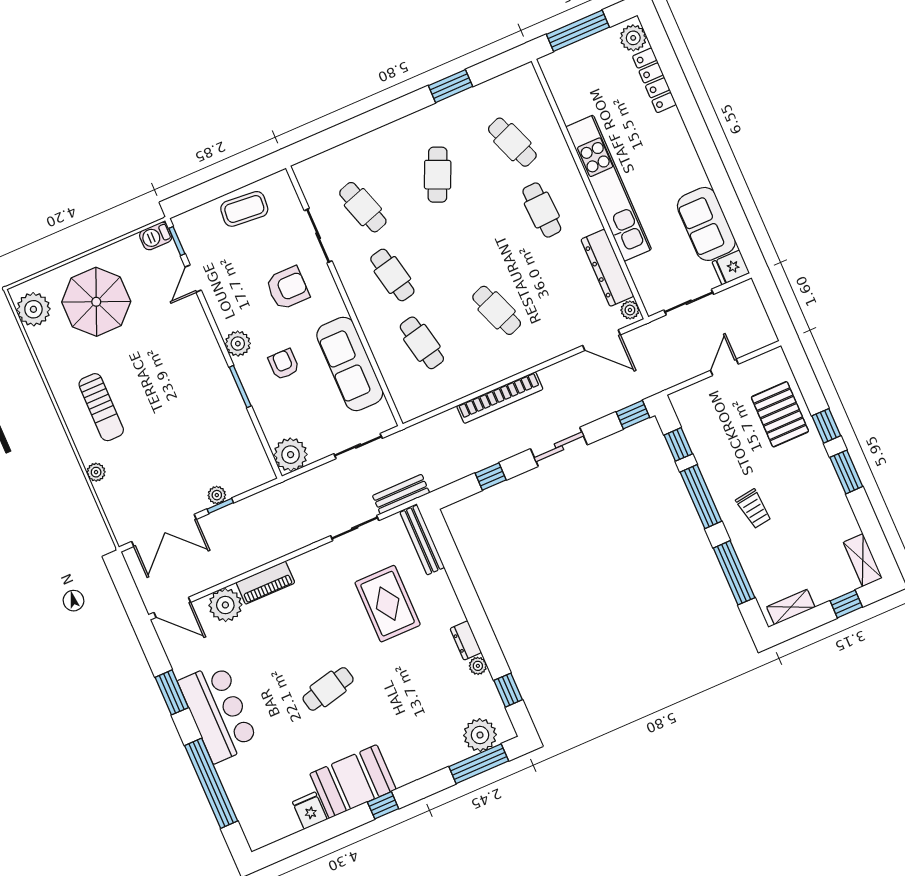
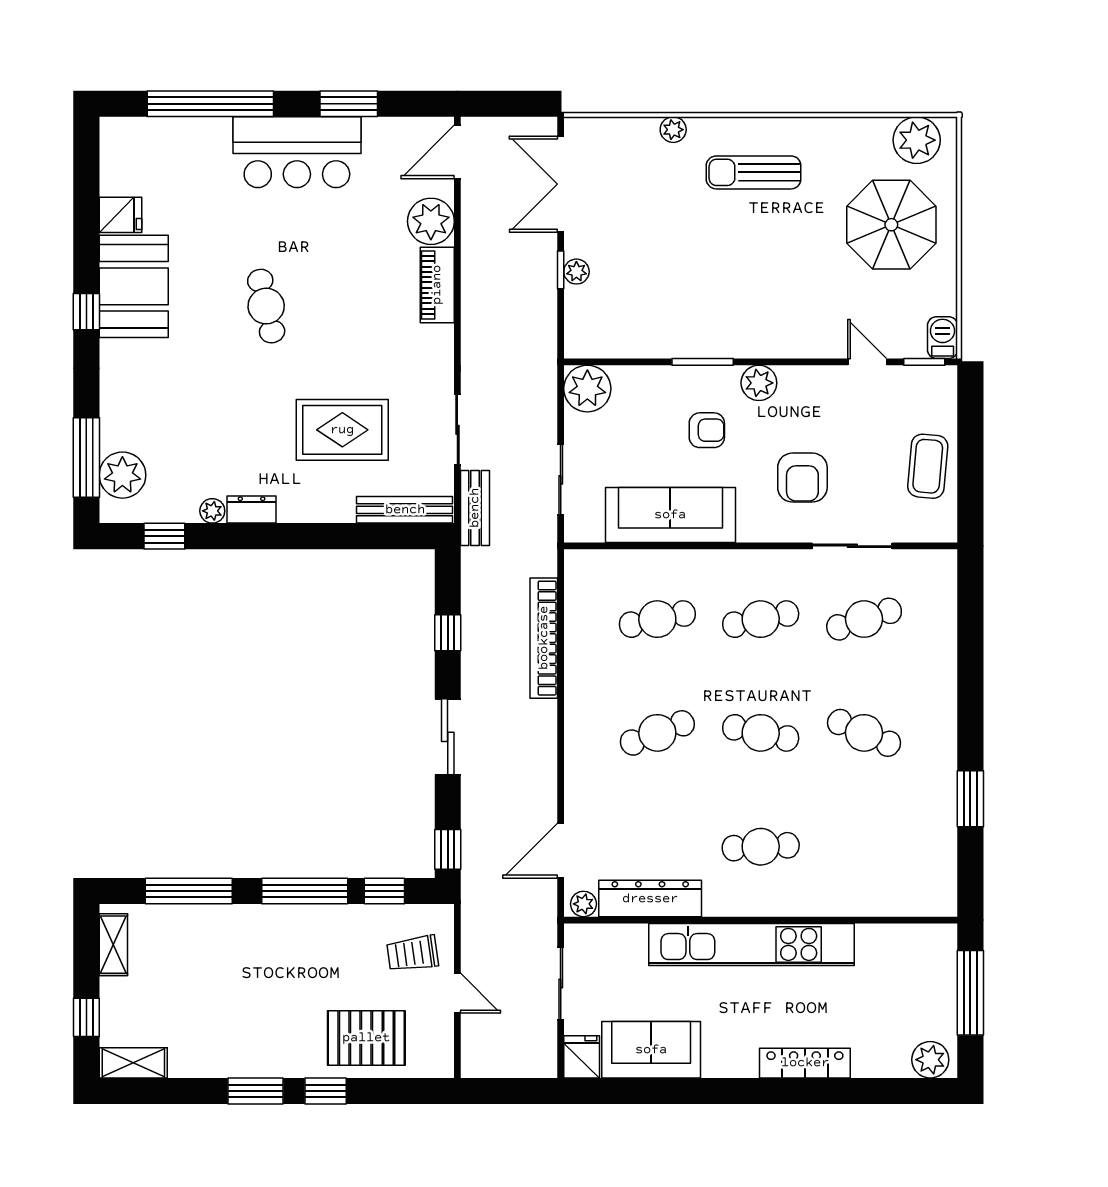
locker: (654, 80) -> (805, 1063), moved
cafe table: (512, 142) -> (761, 733), moved, turned 33
bookcase: (500, 398) -> (544, 638), moved
trolley: (754, 509) -> (413, 954), moved

